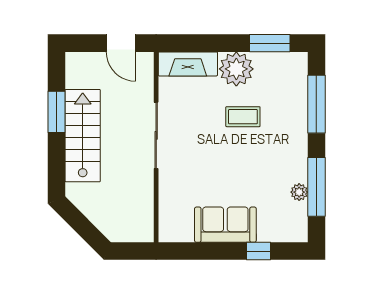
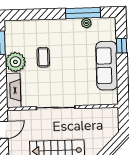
window: (316, 104) -> (35, 14), removed
sofa: (225, 225) -> (107, 66), width x1.36

